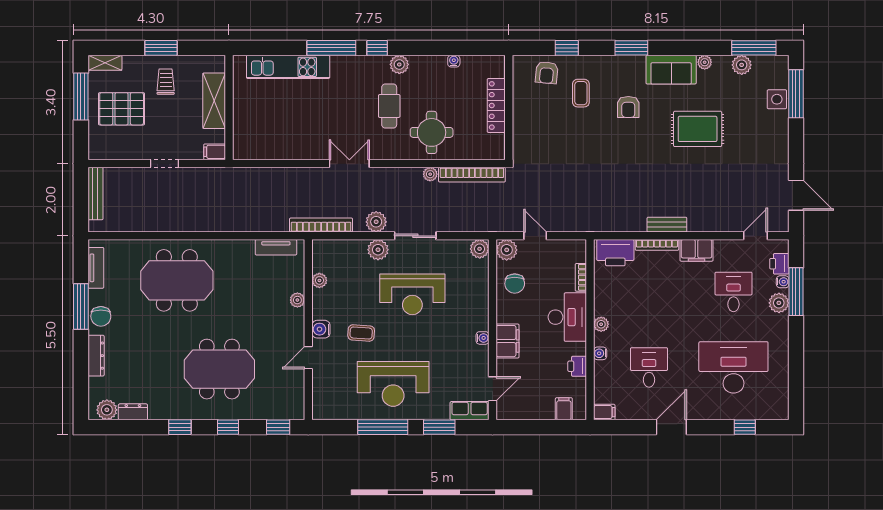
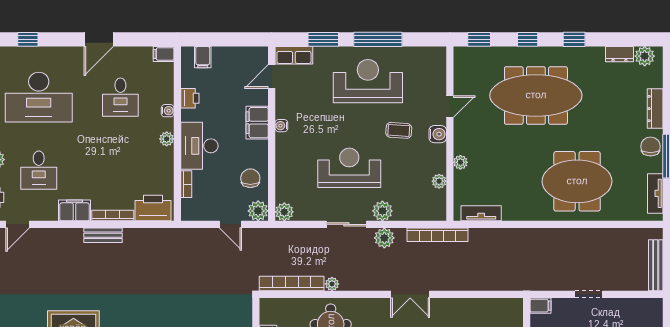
meeting table: (219, 369) -> (536, 95), width x1.36

